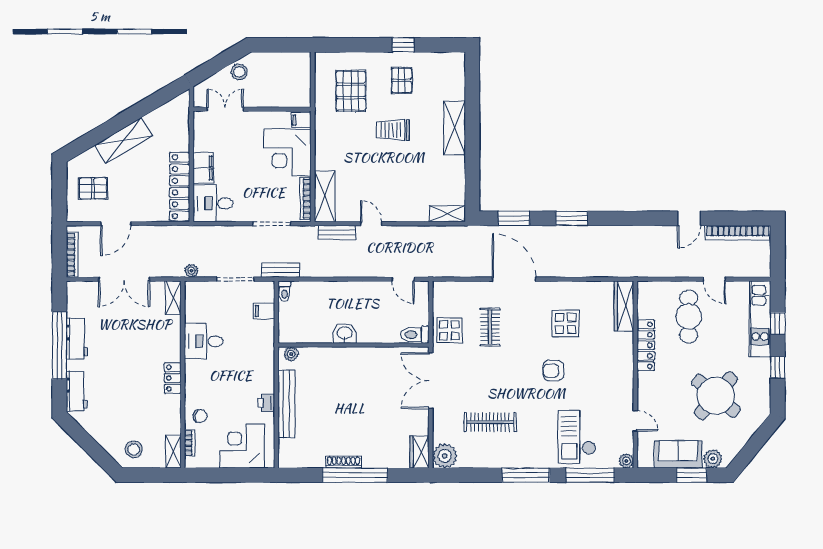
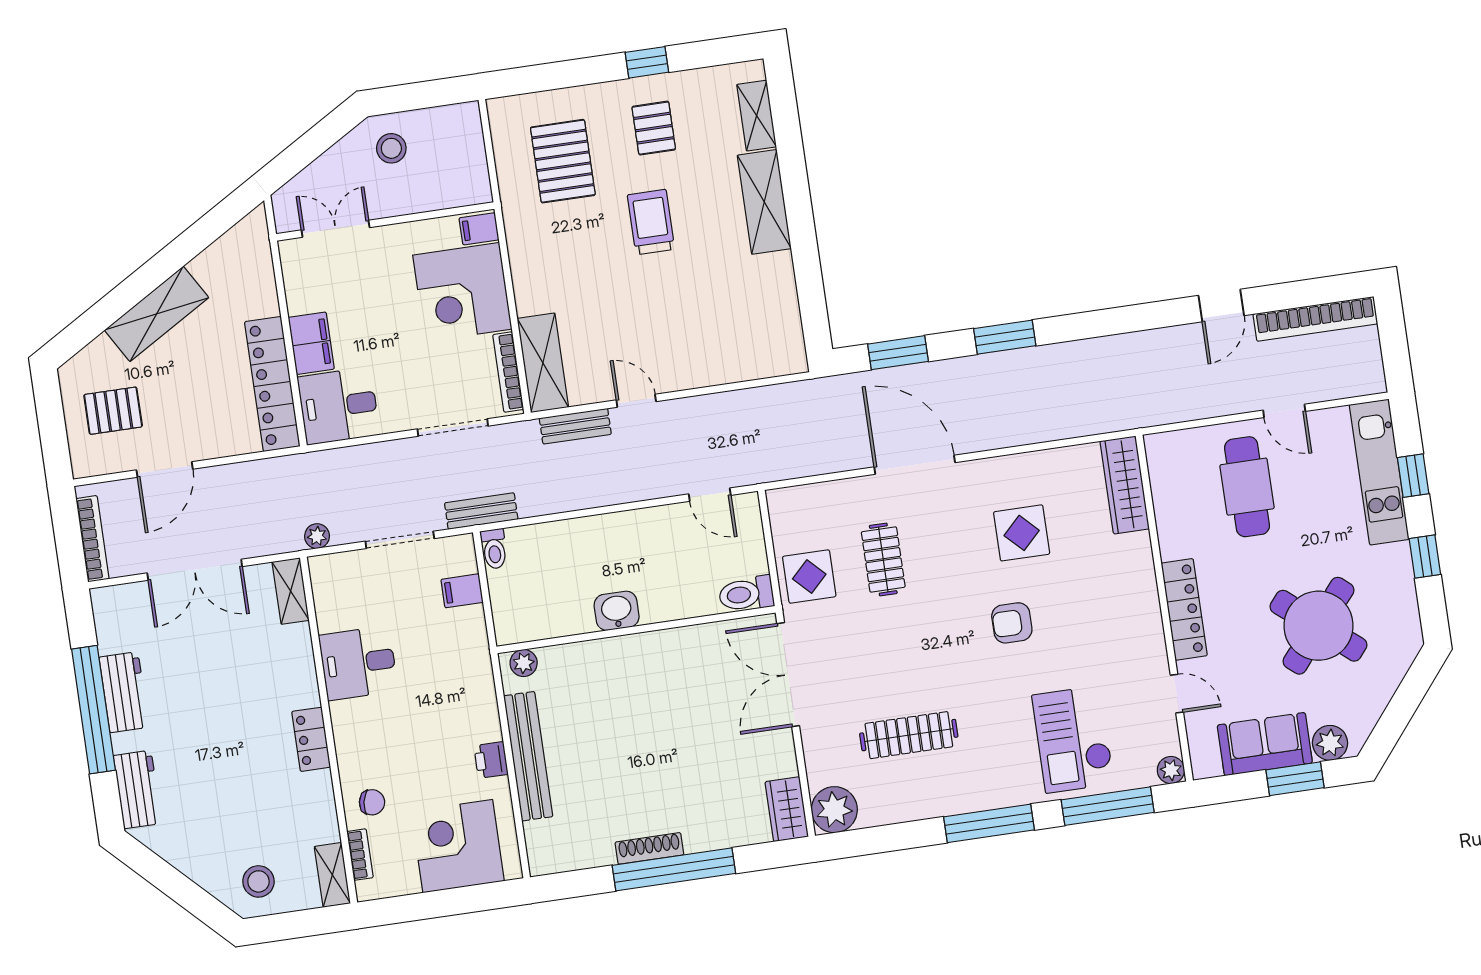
stool: (239, 72) -> (391, 148), moved
trolley: (393, 130) -> (651, 222), turned 90
shelving: (447, 214) -> (757, 116), moved, turned 90
locker: (646, 345) -> (1184, 609), moved

